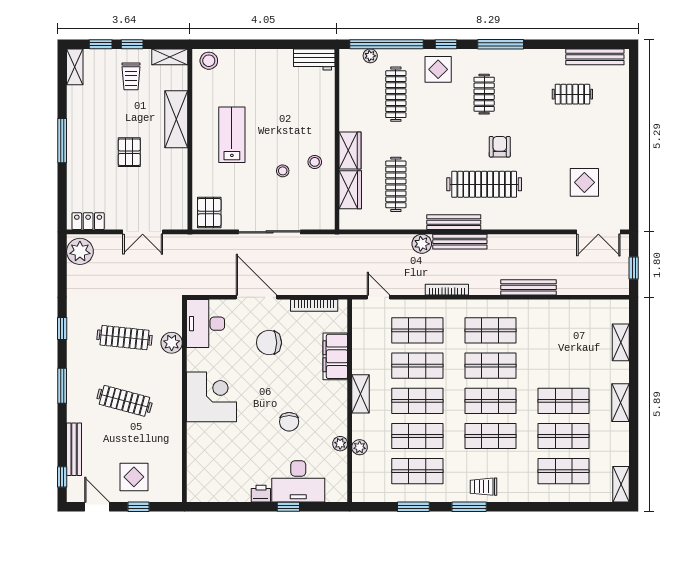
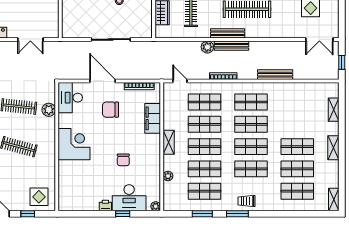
pallet: (209, 212) -> (73, 27), removed
plant: (340, 444) -> (156, 206), moved
display table: (134, 477) -> (39, 197), moved

